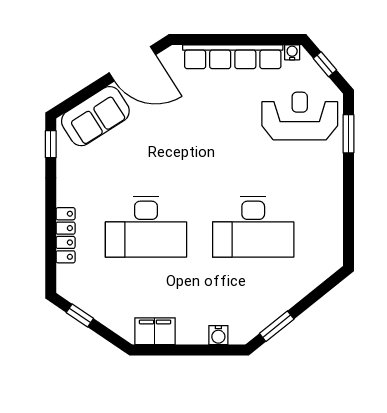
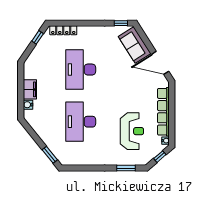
door: (132, 64) -> (160, 63), hinge flipped
reception desk: (300, 116) -> (132, 131), moved
locker: (66, 235) -> (63, 30), moved
window: (277, 326) -> (50, 155), moved
filing cabinet: (155, 331) -> (30, 89), moved

